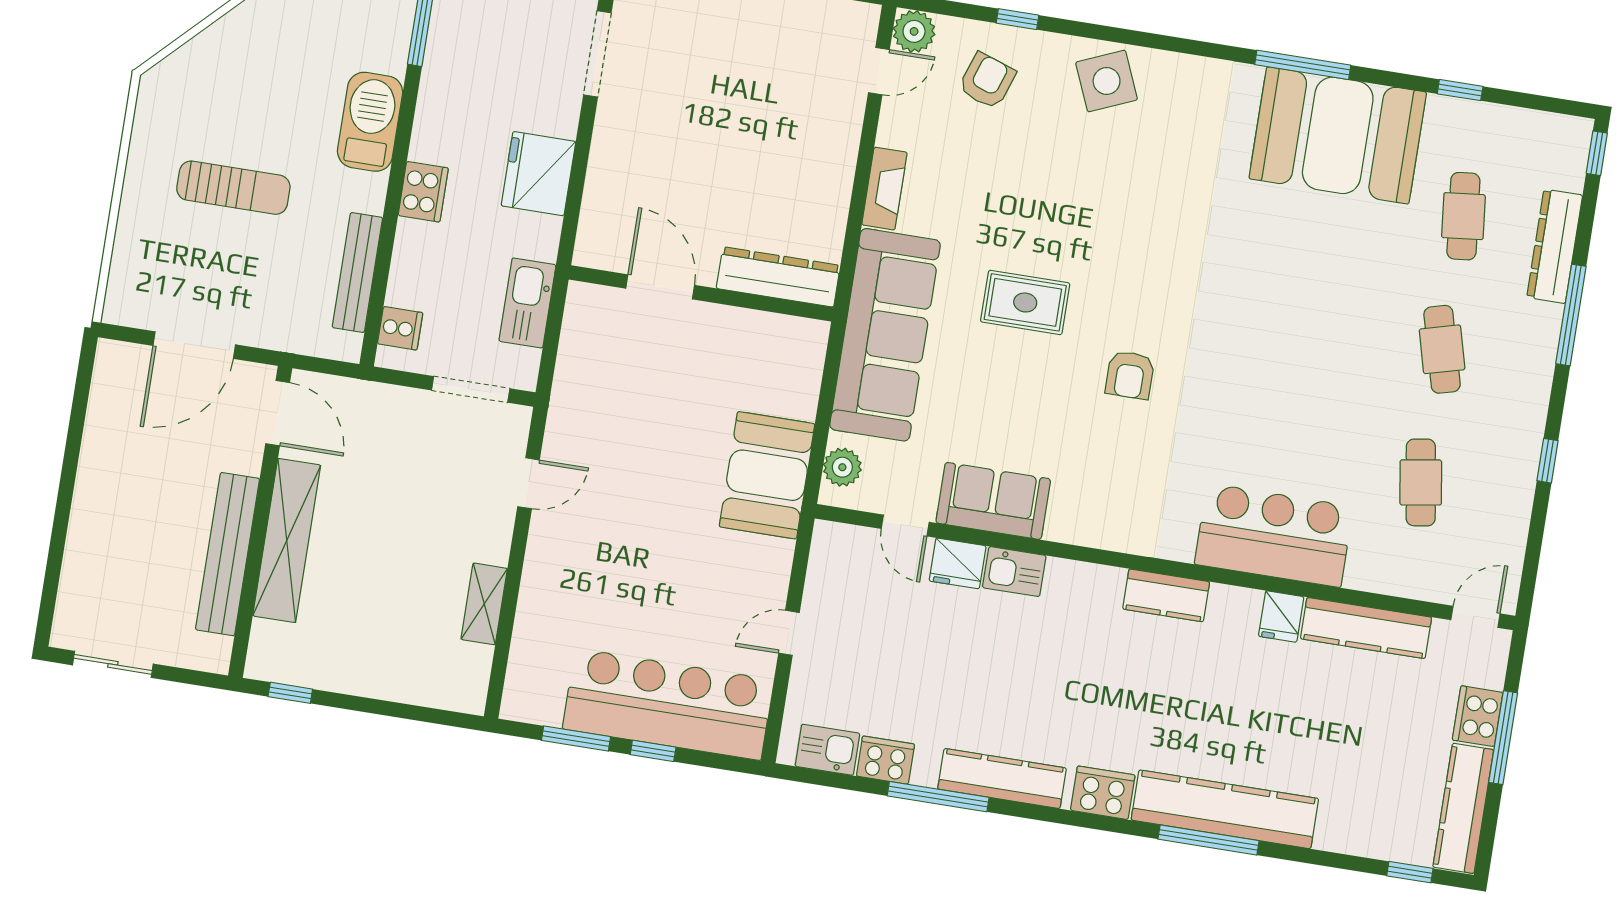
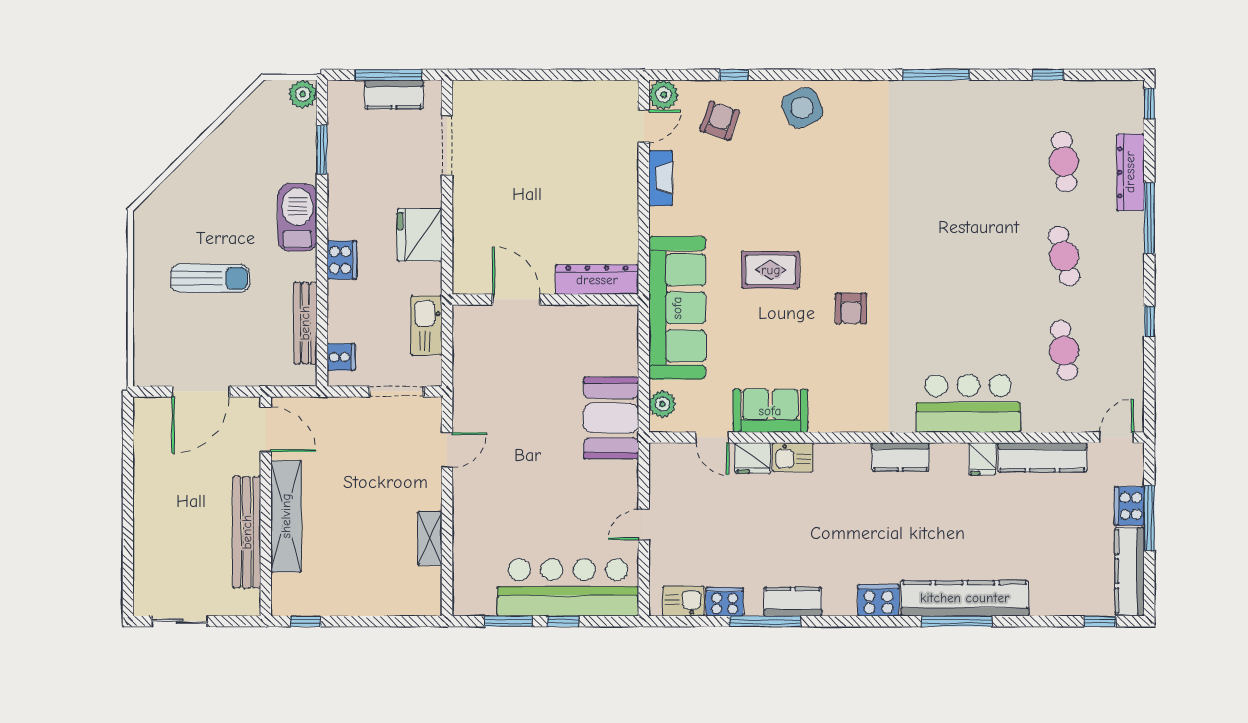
booth: (1338, 135) -> (968, 120), removed
fireplace: (884, 189) -> (661, 178), moved
kitchen counter: (1002, 779) -> (793, 602), width x0.67

